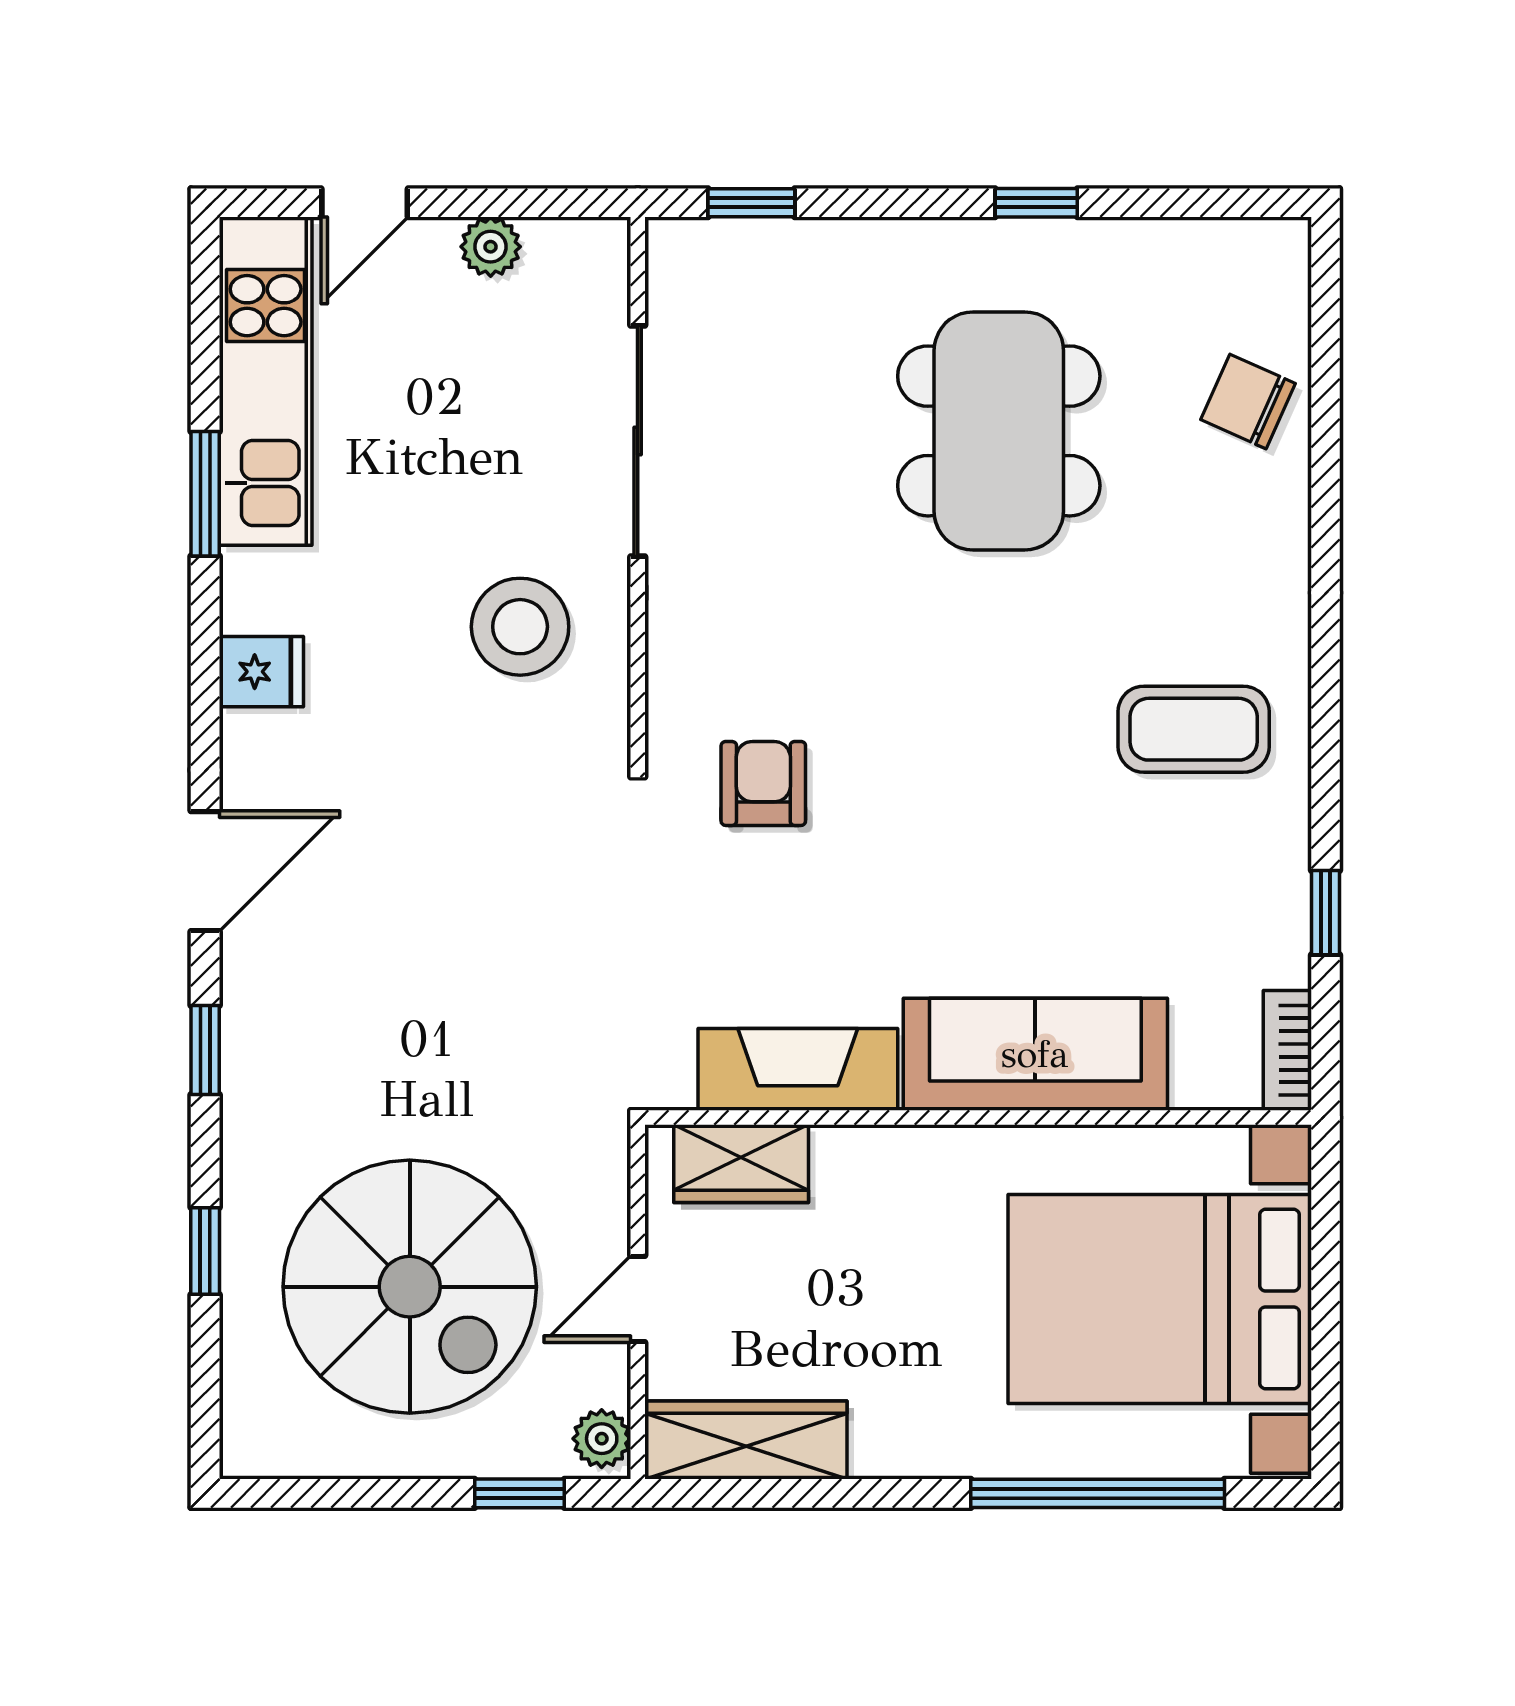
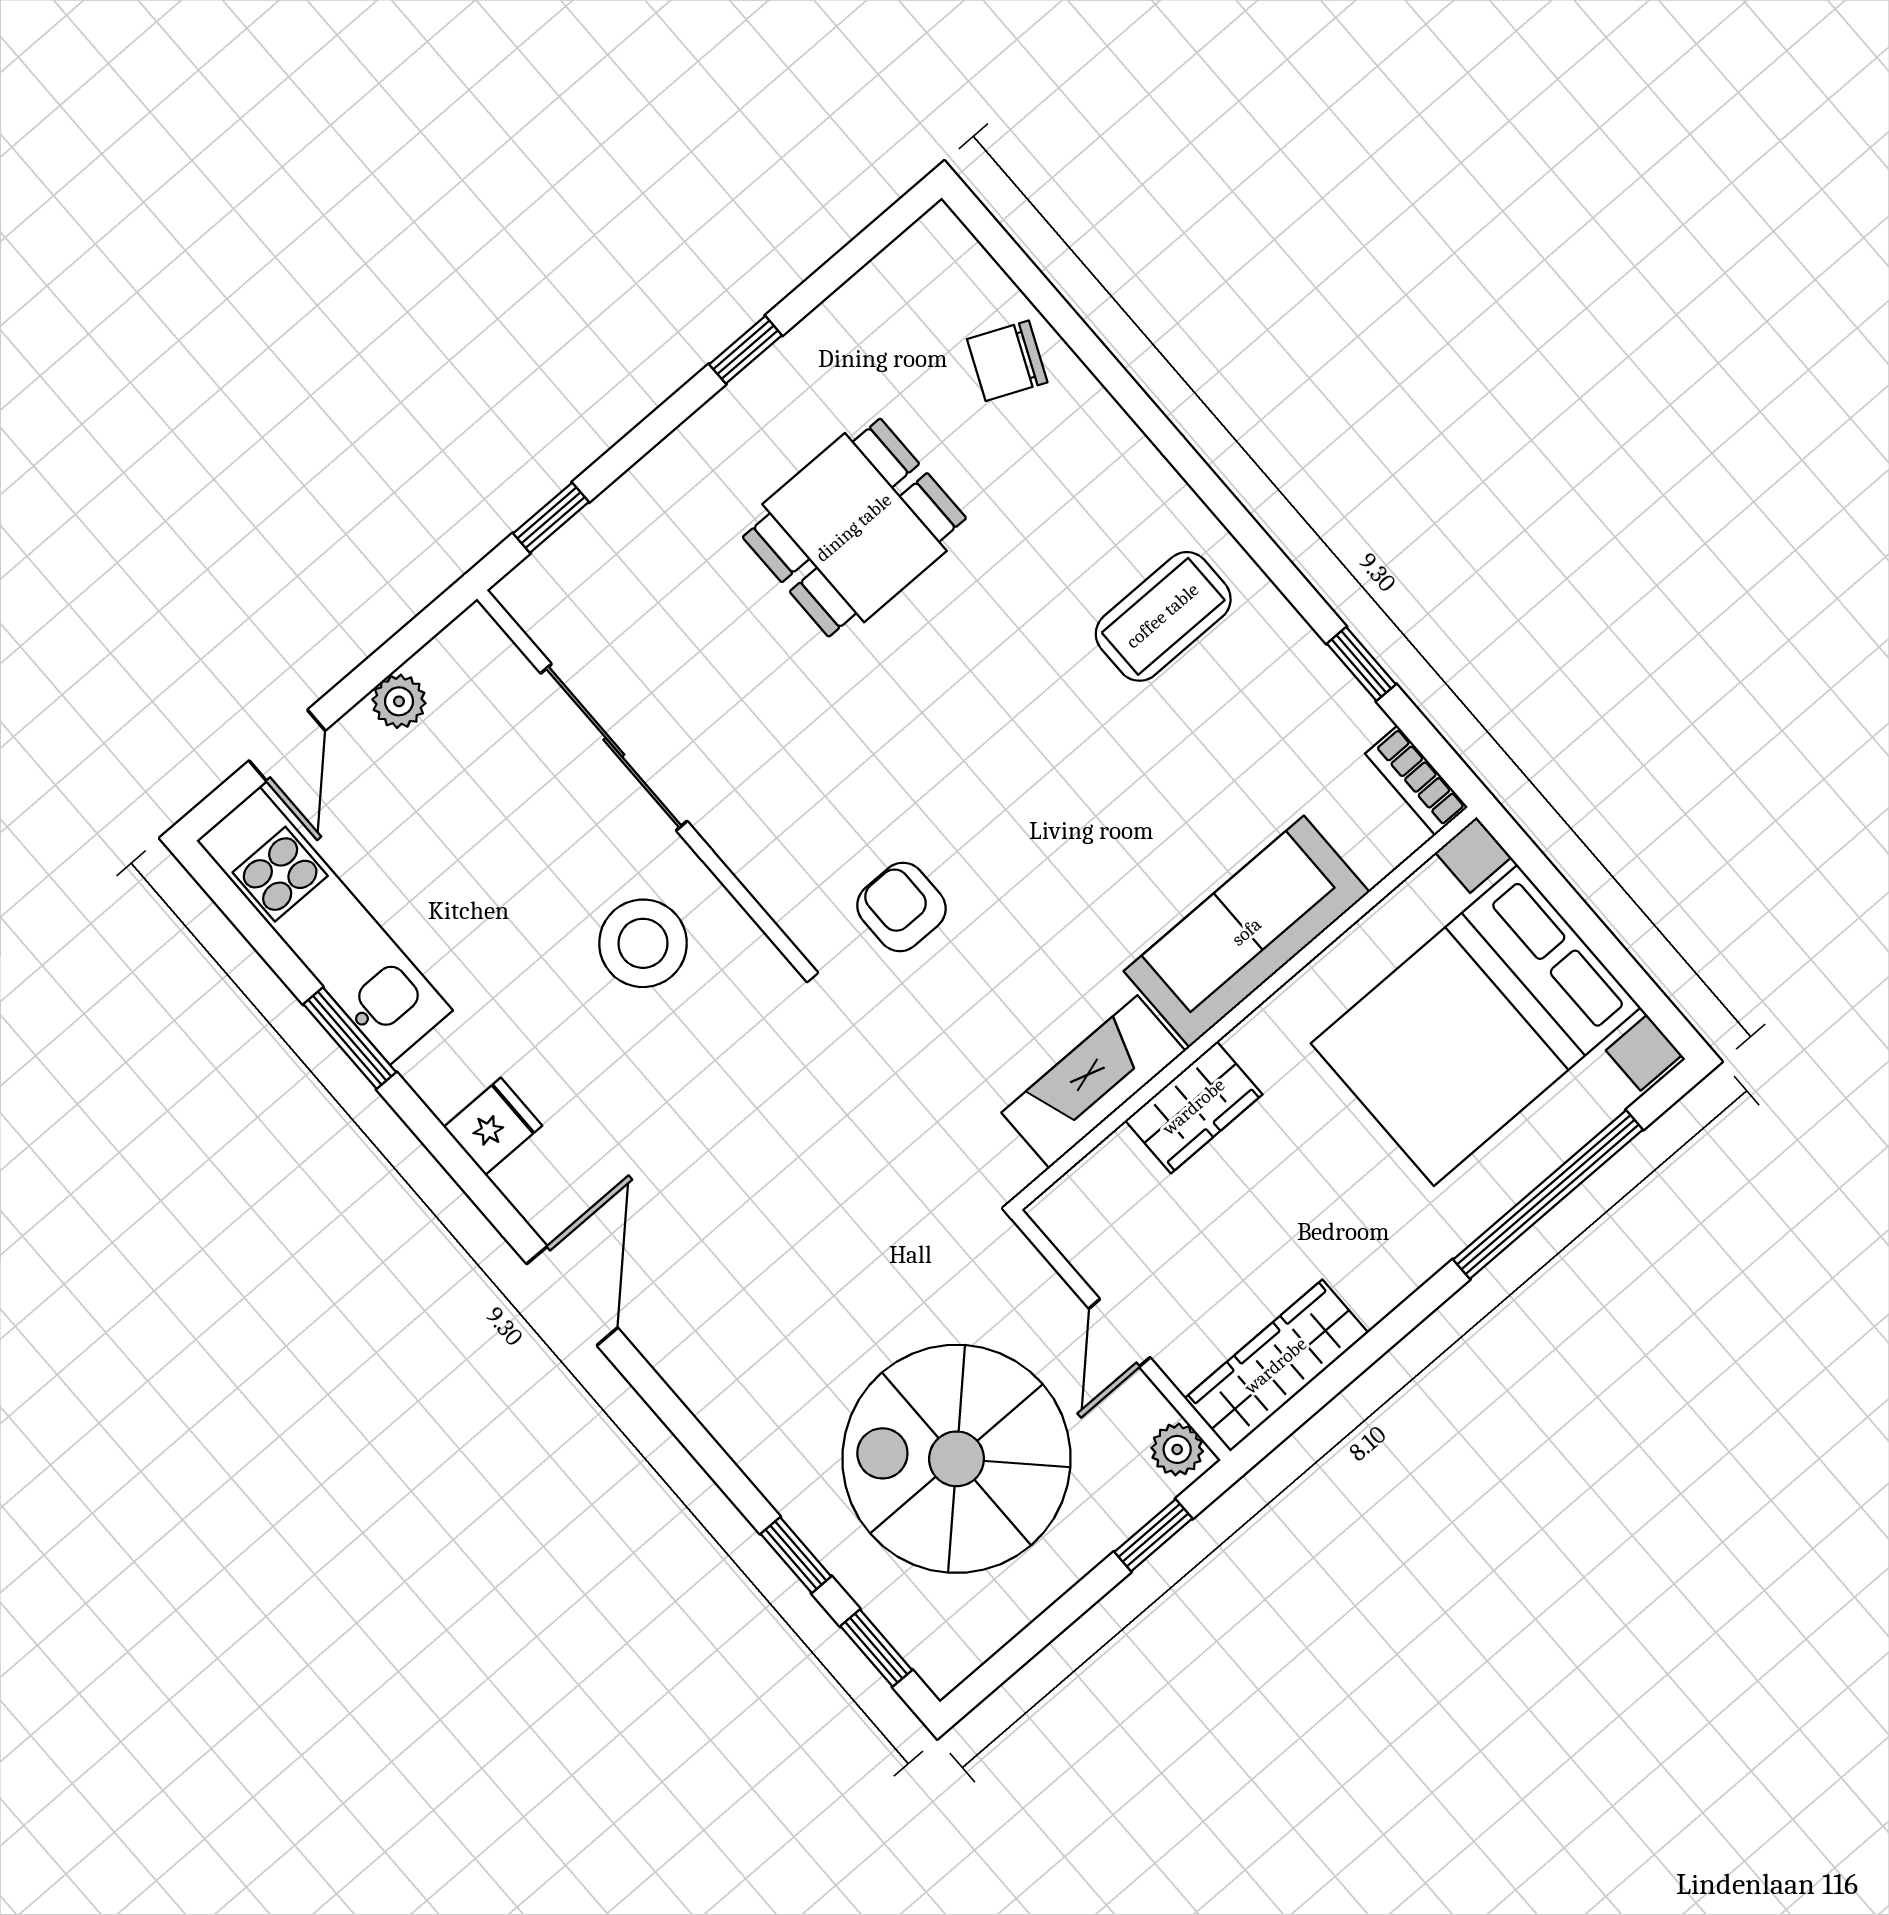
dining table: (999, 431) -> (854, 528), width x0.73
window: (205, 1050) -> (876, 1648), moved
wardrobe: (741, 1164) -> (1194, 1107), moved
spiral stairs: (410, 1287) -> (957, 1459), turned 180

